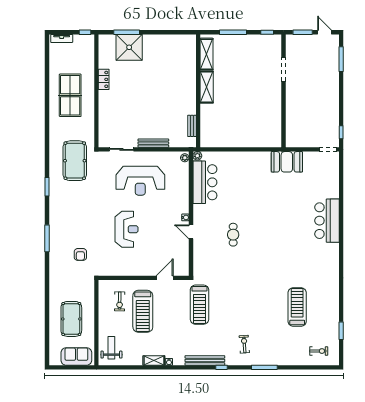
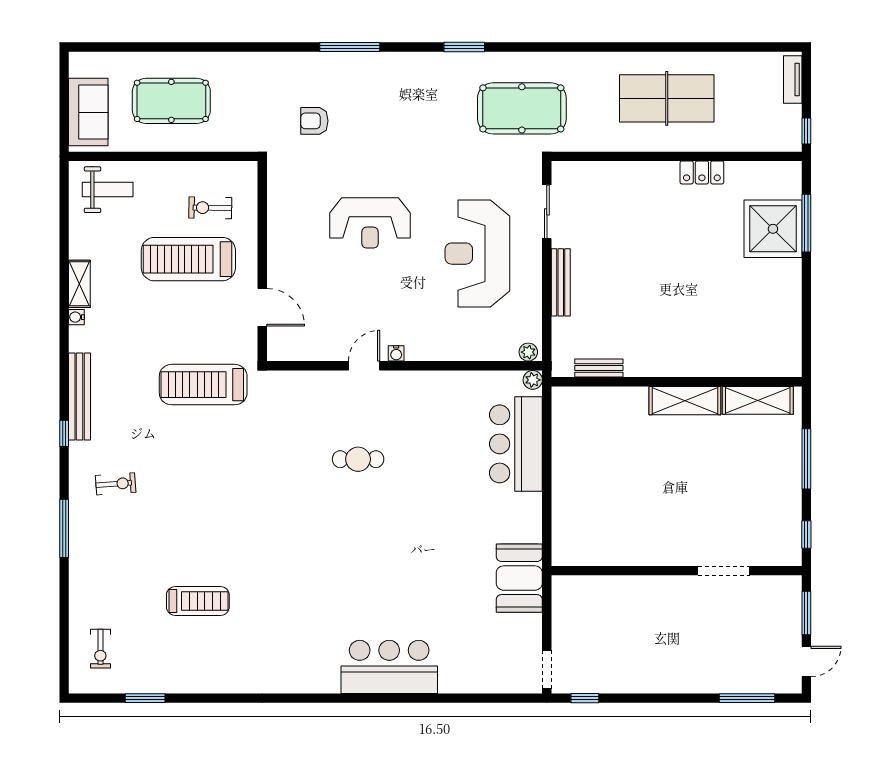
bar counter: (205, 182) -> (516, 444), moved, turned 90
treadmill: (297, 307) -> (198, 601), width x0.73, depth x0.73

